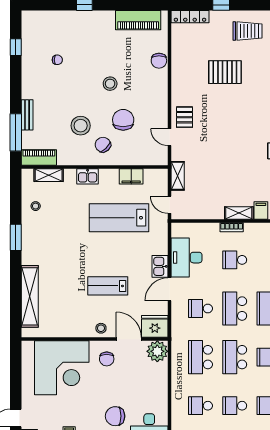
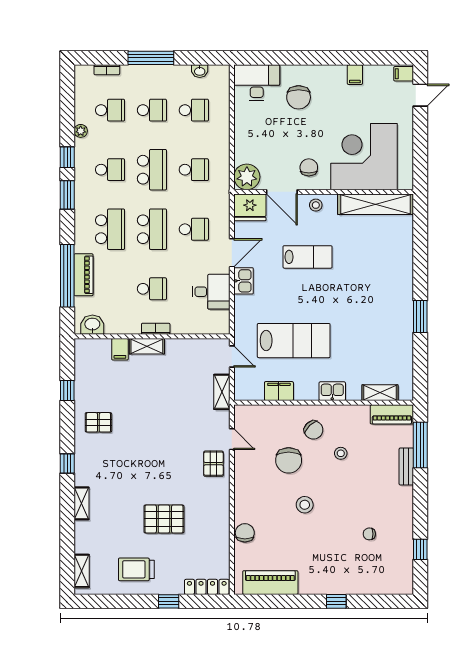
stool: (81, 126) -> (341, 453), width x0.53, depth x0.53
stool: (36, 206) -> (396, 355), removed
desk: (187, 258) -> (211, 292), width x0.73
shelving: (30, 296) -> (376, 204), moved, turned 90
school desk: (201, 357) -> (194, 170), width x0.54
chair: (115, 416) -> (299, 97), turned 90

